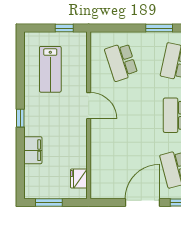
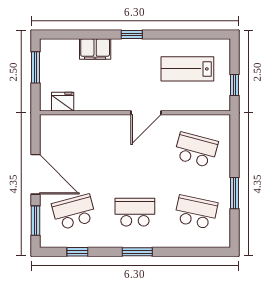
school desk: (121, 62) -> (196, 150), turned 33

